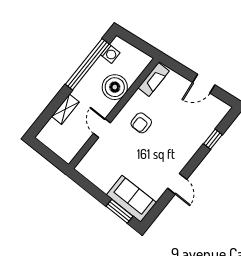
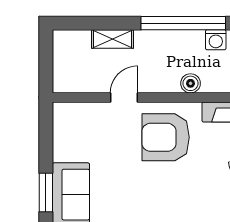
boiler: (115, 87) -> (191, 83), width x0.54, depth x0.54
armchair: (141, 123) -> (166, 137), width x1.88, depth x1.88

